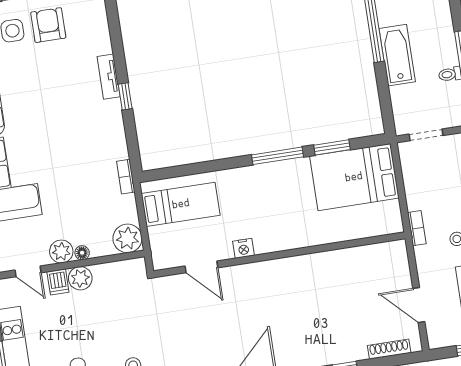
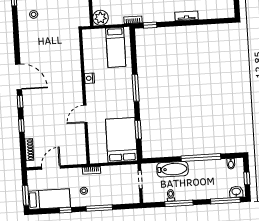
bathtub: (397, 55) -> (172, 169), moved
window: (125, 96) -> (150, 25), moved
window: (277, 156) -> (136, 88), moved
door: (201, 267) -> (85, 114), moved

